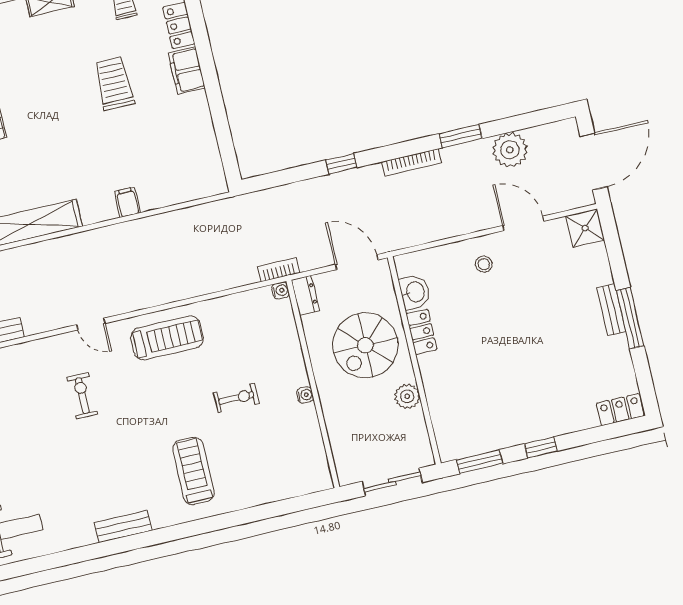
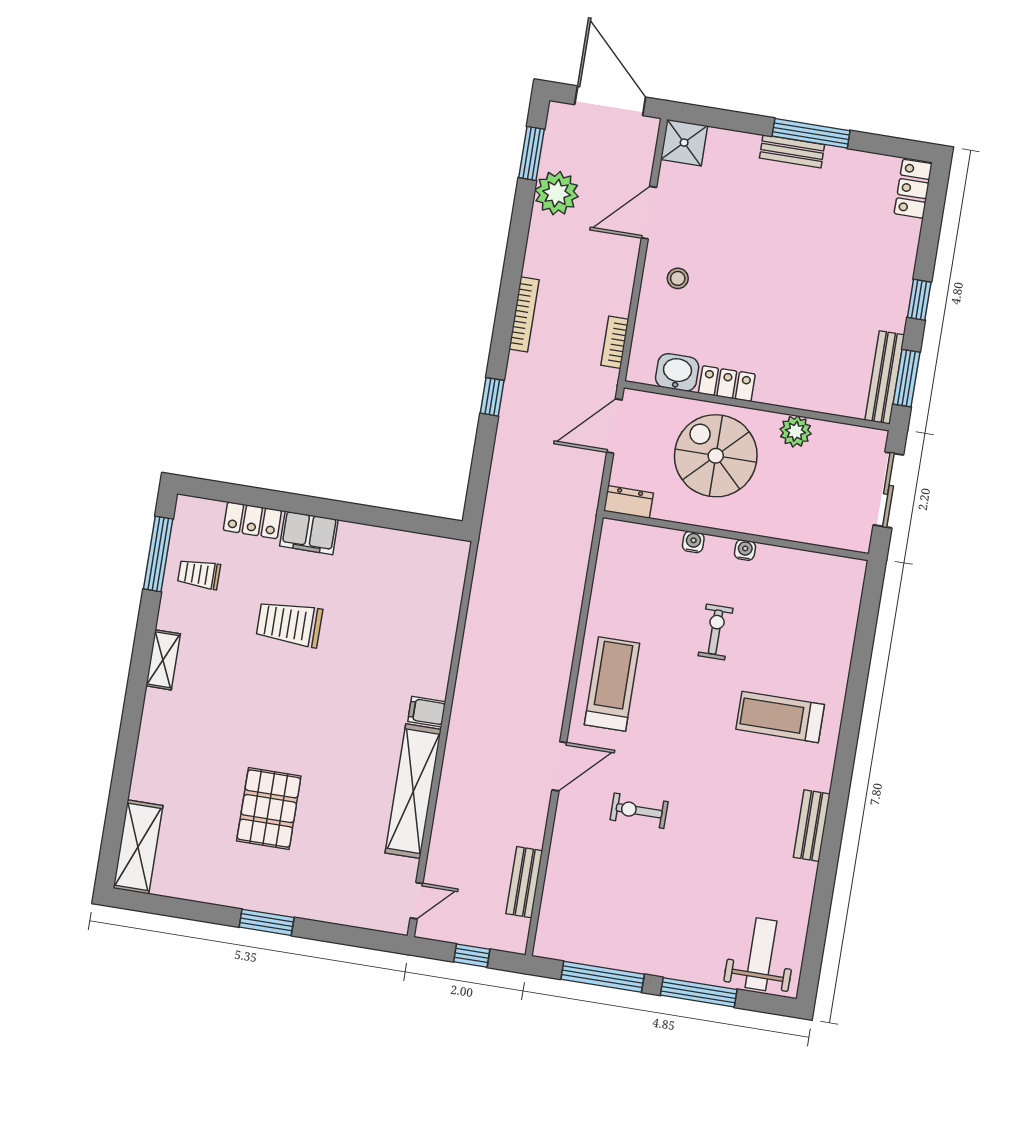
window: (461, 136) -> (532, 153), moved
filing cabinet: (127, 202) -> (427, 712), moved
bookcase: (279, 270) -> (615, 342), moved
water cooler: (281, 290) -> (693, 542), moved
door: (91, 324) -> (559, 766), width x1.38
spiral stairs: (365, 345) -> (716, 456), turned 180
bench: (473, 445) -> (885, 377), added

